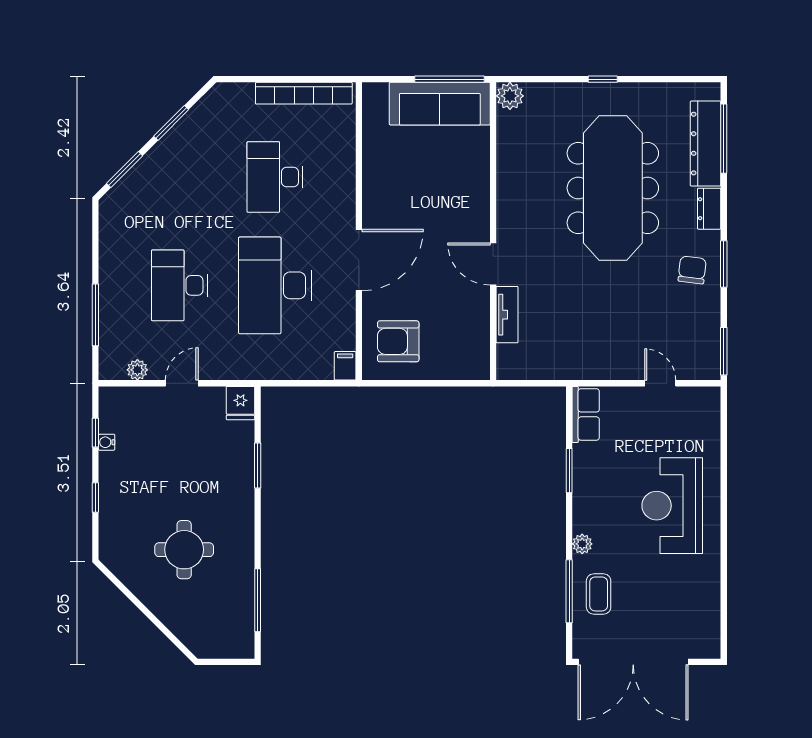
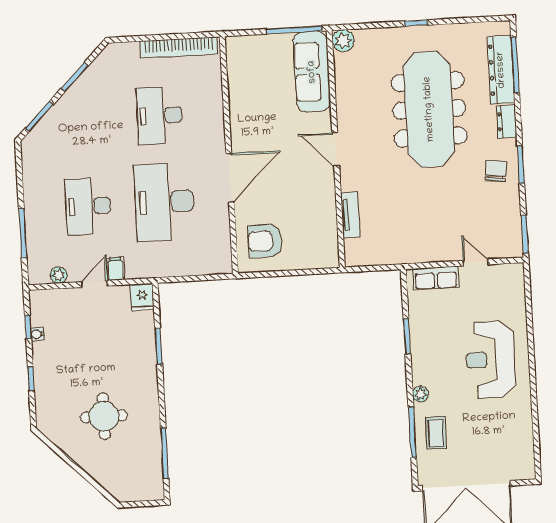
sofa: (440, 104) -> (312, 72), moved, turned 90
door: (493, 264) -> (336, 149), moved
filing cabinet: (345, 366) -> (116, 269), moved
row of seats: (586, 414) -> (436, 278), moved, turned 90

